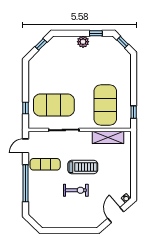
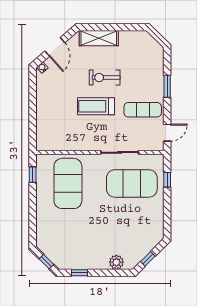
plant: (83, 42) -> (116, 262), moved
shelving: (108, 137) -> (99, 38), moved
window: (26, 183) -> (167, 86), width x0.47

